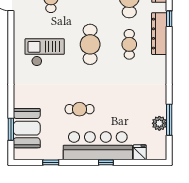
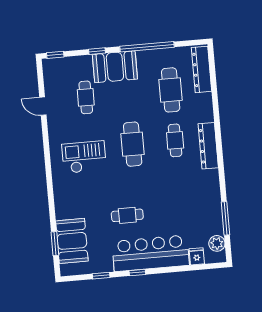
window: (169, 19) -> (216, 109), removed
dresser: (159, 34) -> (208, 146), moved
plant: (159, 123) -> (217, 243), moved
window: (106, 162) -> (137, 273), moved

